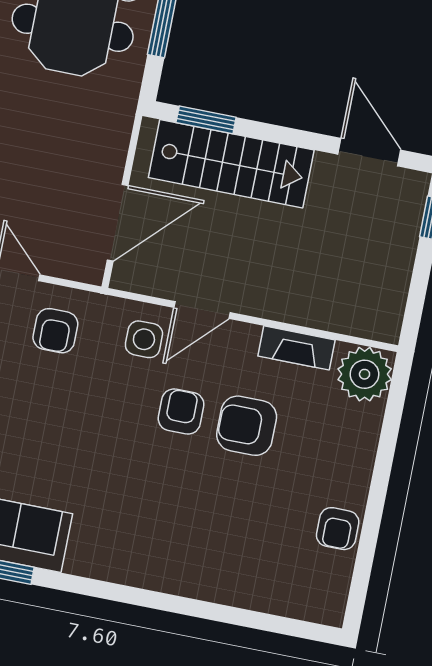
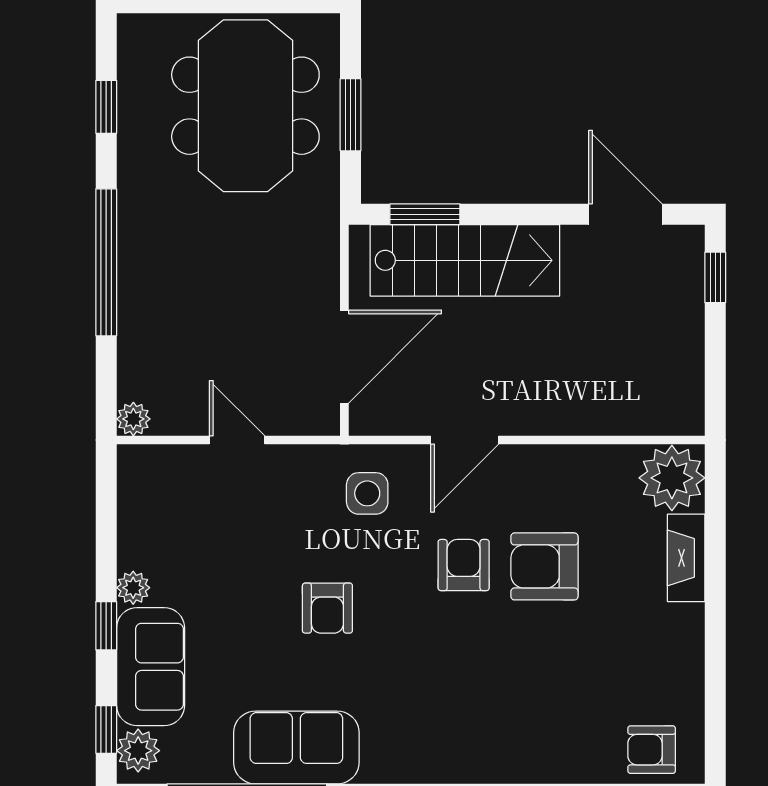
armchair: (55, 331) -> (327, 608), moved
side table: (144, 339) -> (367, 493), moved
fireplace: (297, 348) -> (686, 558), moved, turned 90
armchair: (338, 529) -> (652, 750), moved, turned 90

